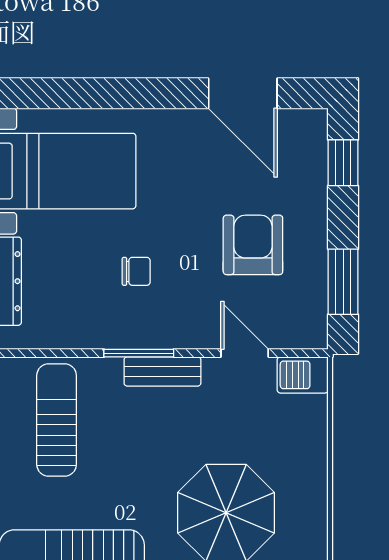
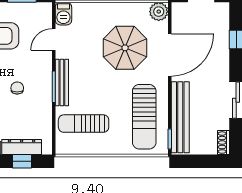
bench: (162, 371) -> (62, 82), width x1.36

